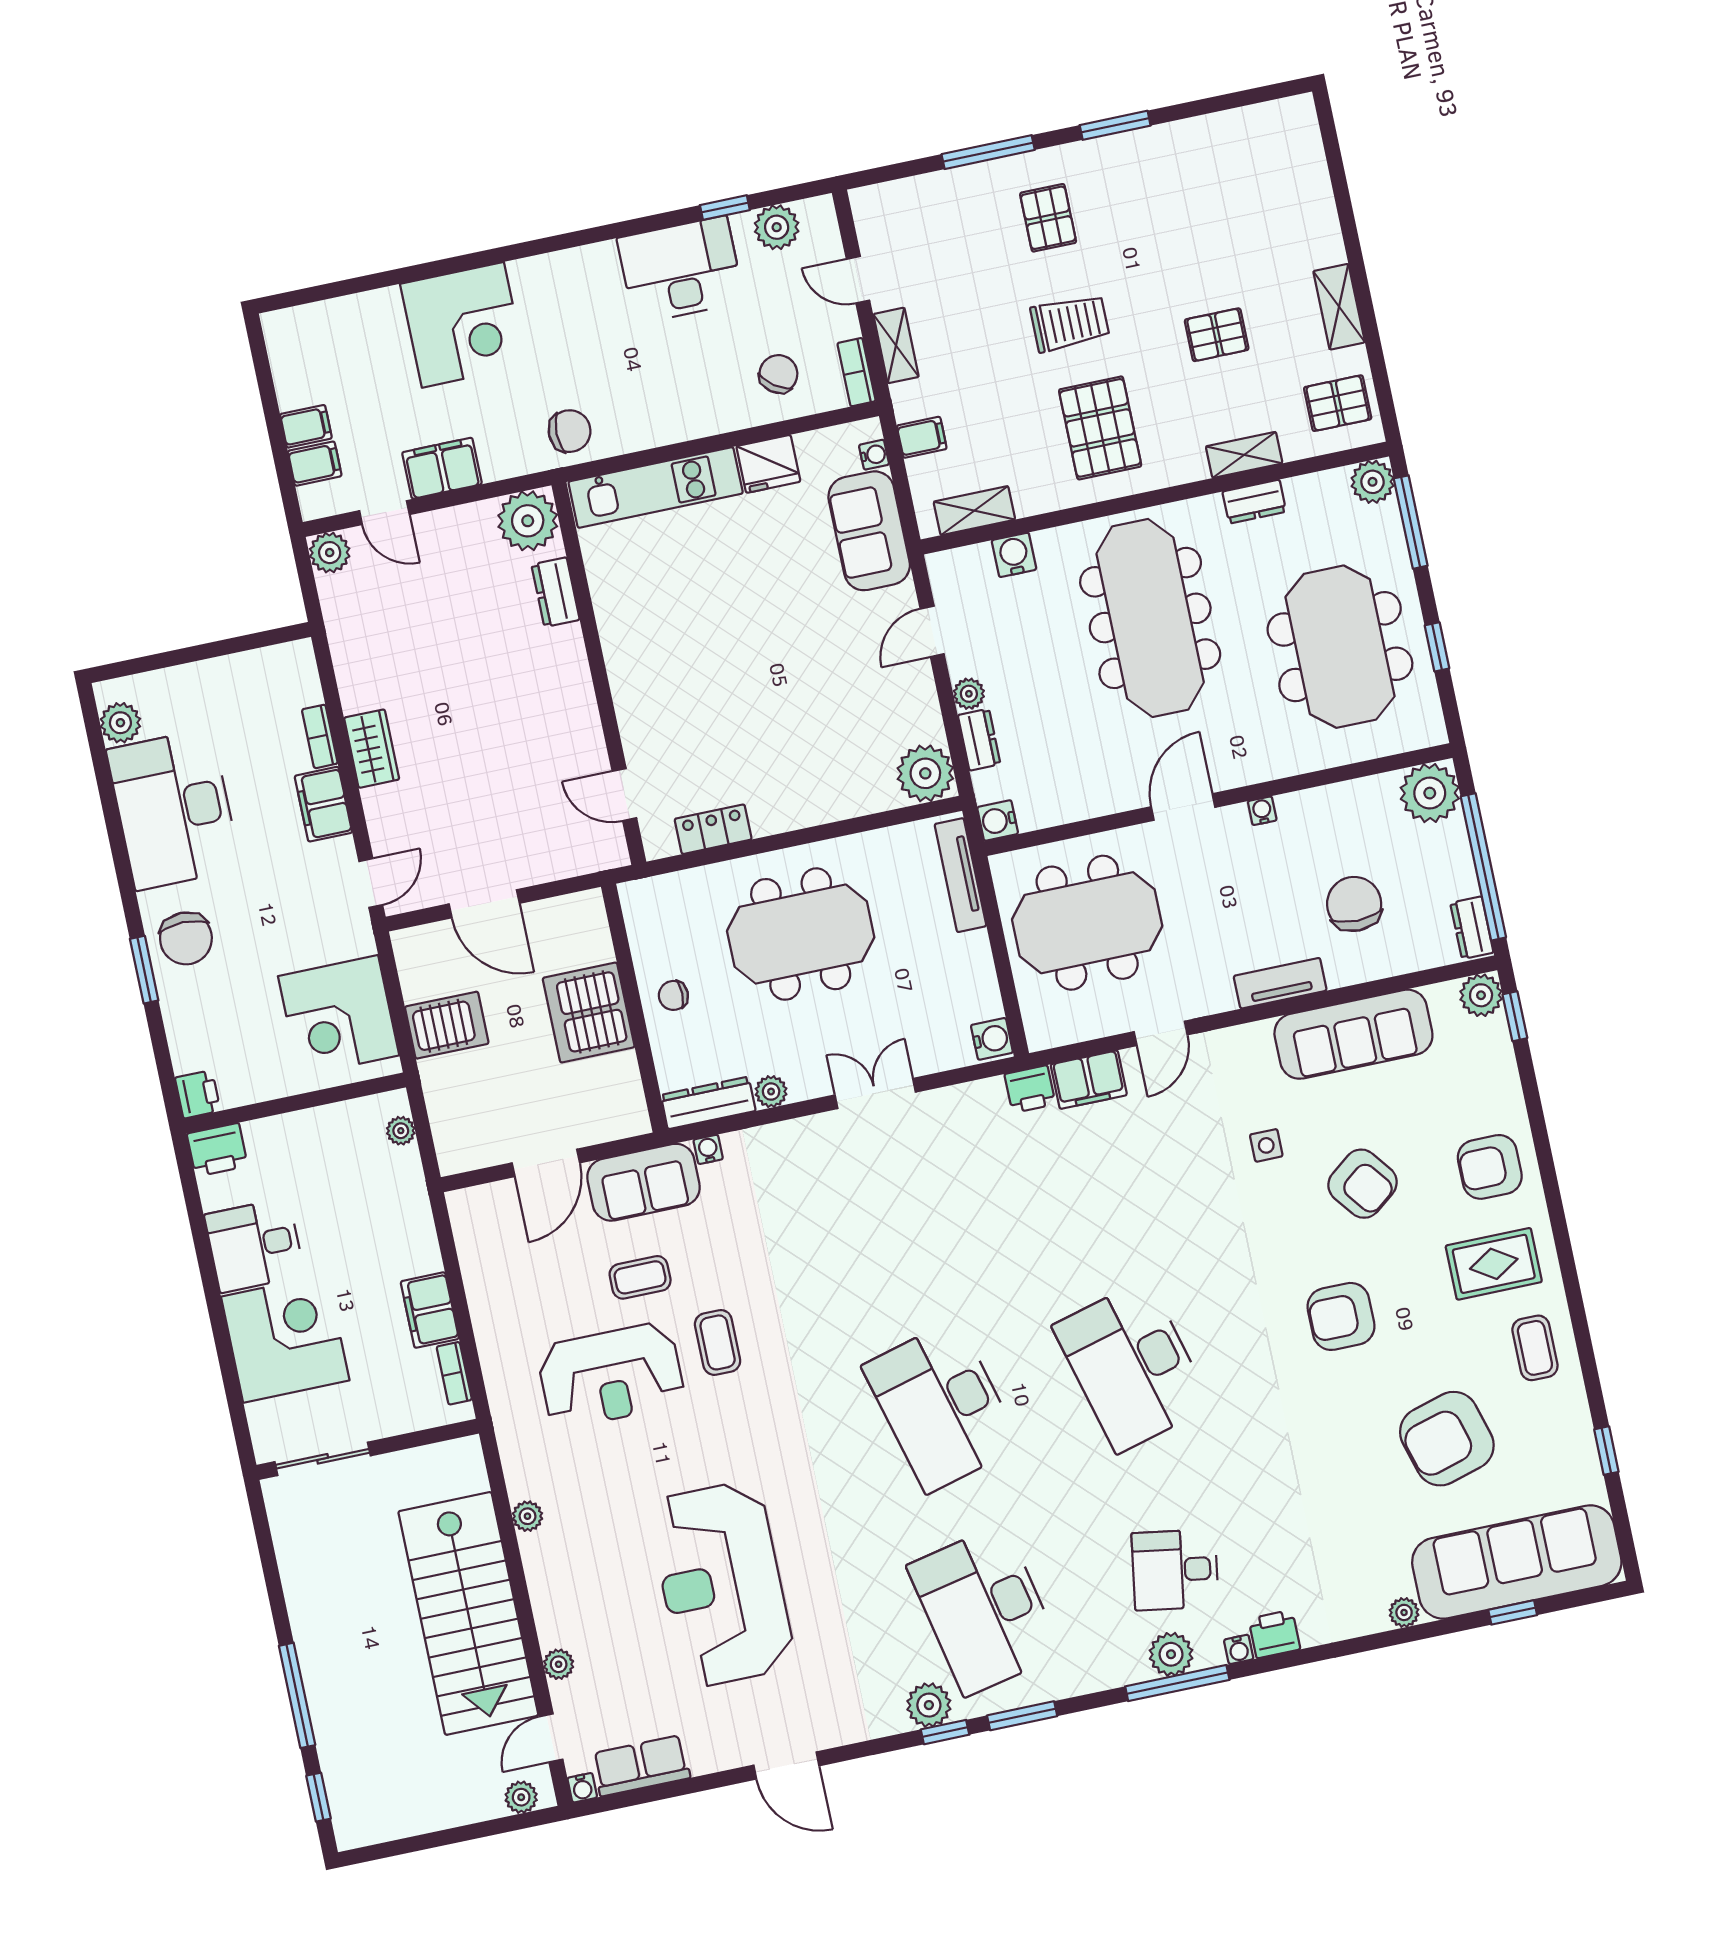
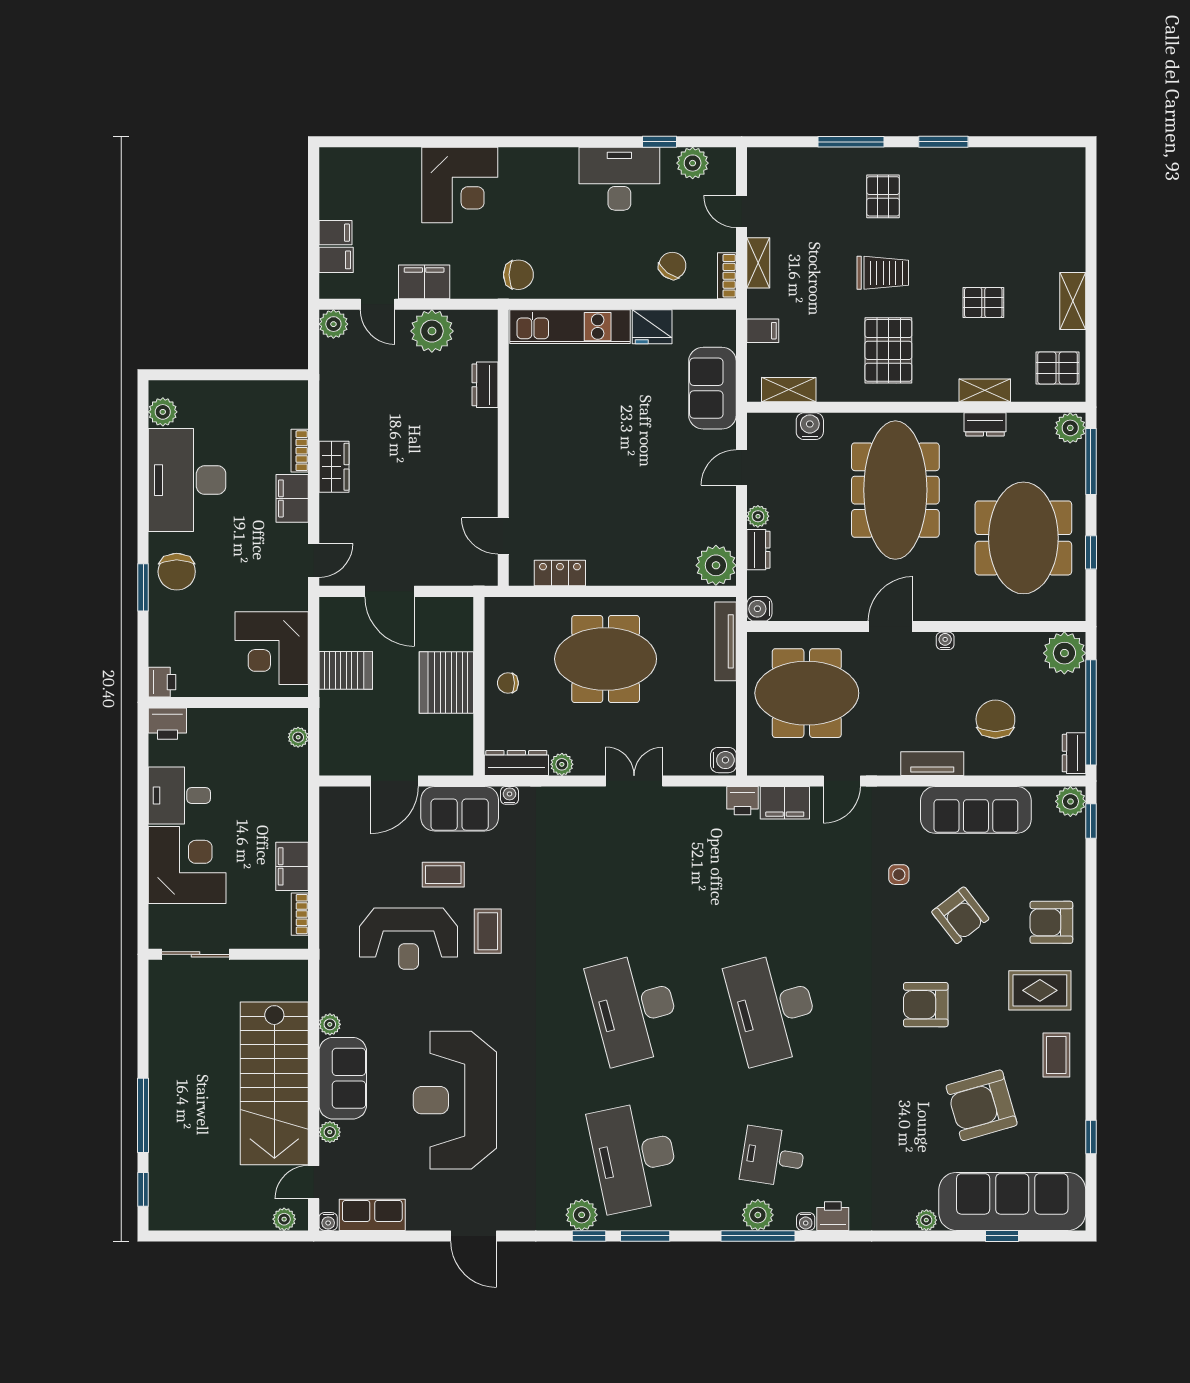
water cooler: (874, 455) -> (727, 336), removed
plant: (528, 521) -> (432, 331), moved
sofa: (561, 1586) -> (343, 1078), added

